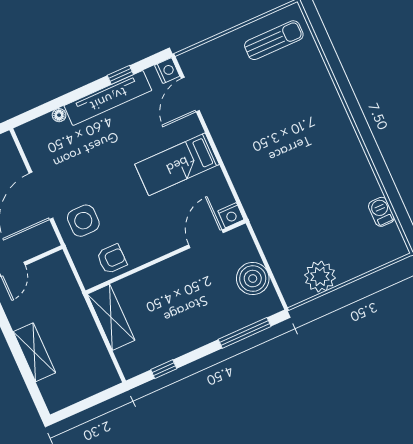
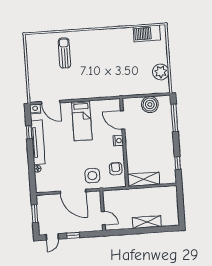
sun lounger: (274, 40) -> (64, 53), moved
barbecue: (381, 212) -> (147, 33), width x1.88, depth x1.53
nightstand: (231, 215) -> (118, 141), moved

